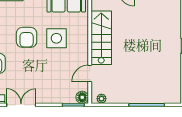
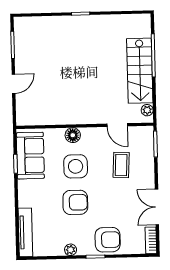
stairs: (101, 38) -> (140, 71), moved, turned -90
coffee table: (57, 76) -> (121, 165), added
floor lamp: (82, 97) -> (73, 135), moved

